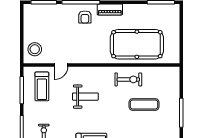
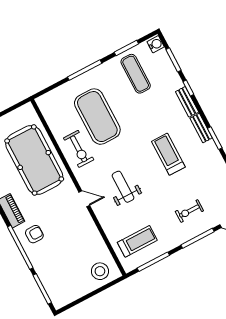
door: (61, 65) -> (84, 199), moved
exercise bike: (128, 79) -> (79, 149), turned 180
exercise mat: (144, 104) -> (97, 117), width x2.00, depth x1.45

